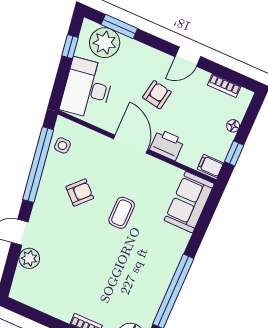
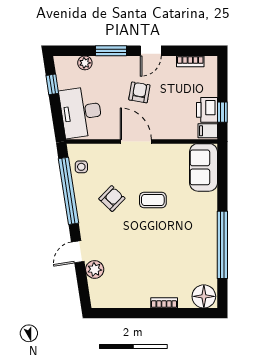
window: (119, 26) -> (111, 51), moved
plant: (105, 43) -> (85, 63), width x0.53, depth x0.53
floor lamp: (233, 126) -> (212, 90), removed
printer: (167, 145) -> (207, 110), moved, turned -90
coffee table: (122, 213) -> (153, 200), turned 90

